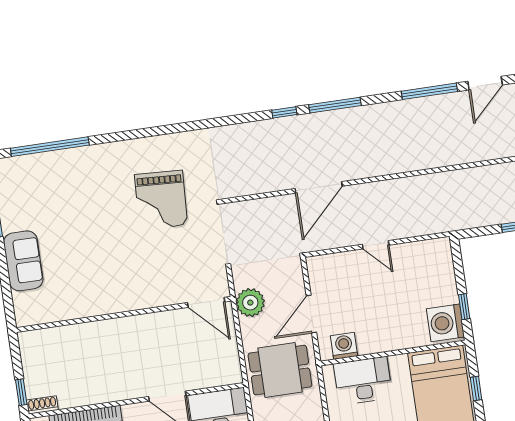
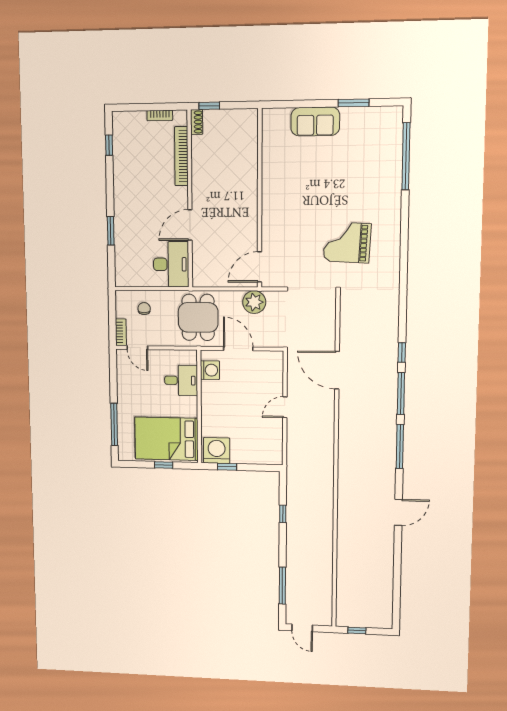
door: (485, 83) -> (398, 512), swing flipped
window: (429, 91) -> (400, 446), moved
desk: (363, 381) -> (181, 380), width x0.73

